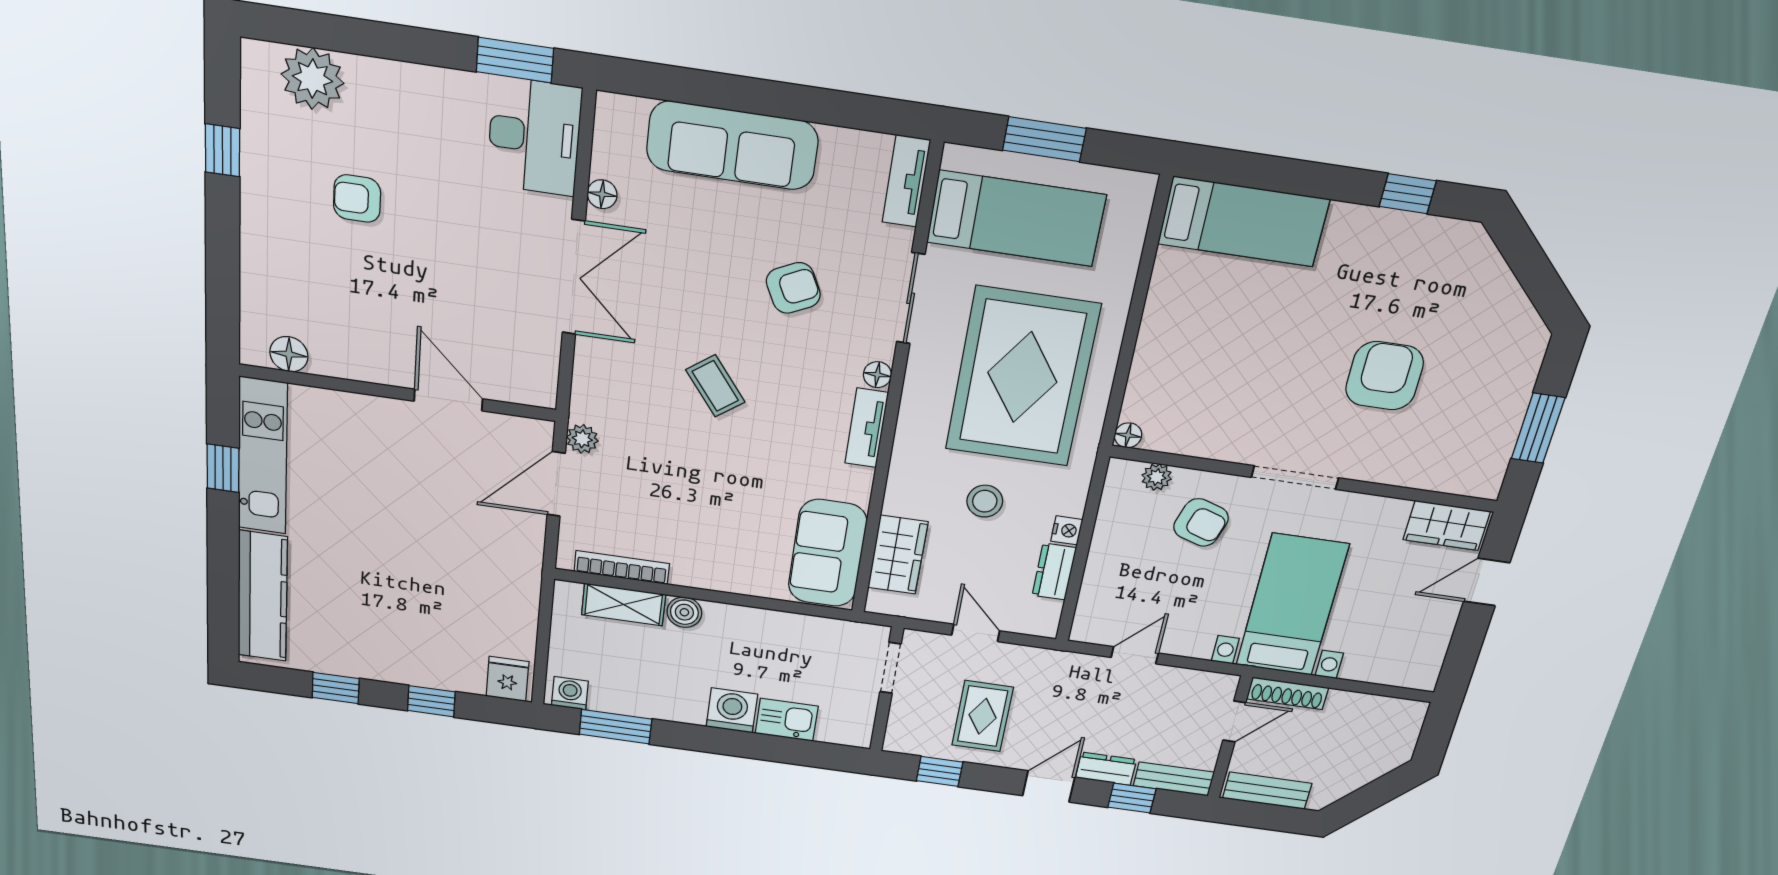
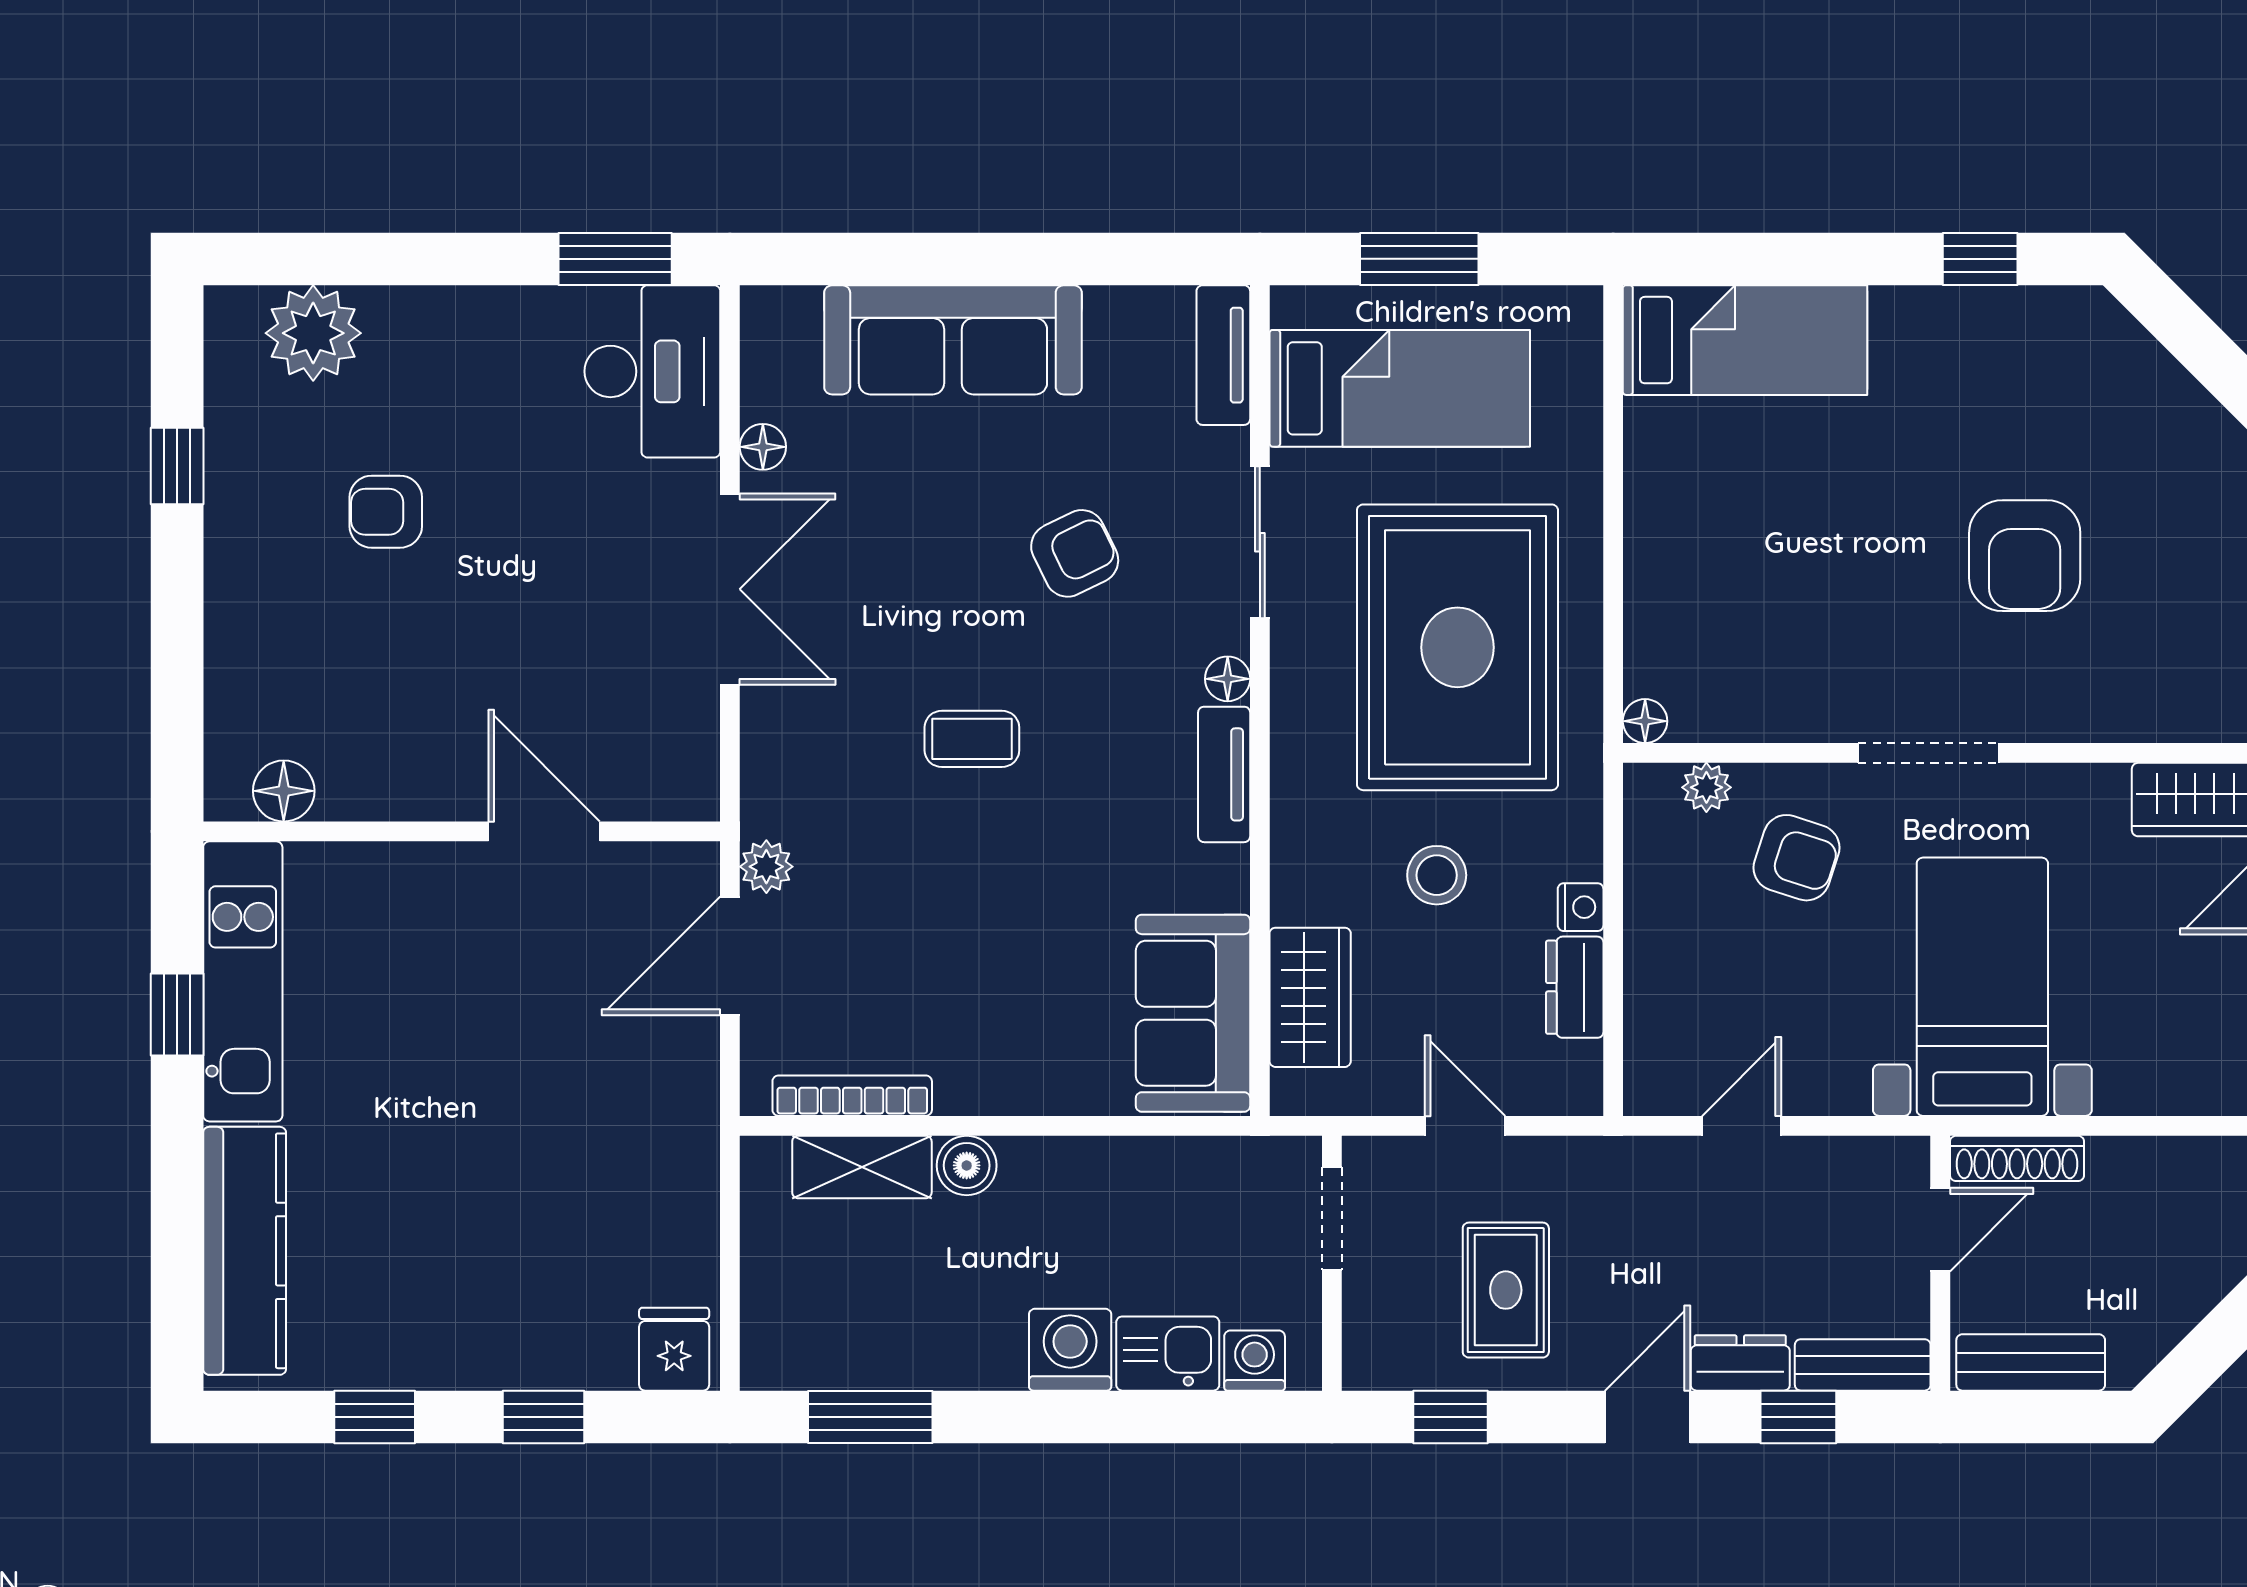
armchair: (1384, 376) -> (2025, 556), turned 180
coffee table: (715, 386) -> (972, 739), turned -53
washing machine: (570, 693) -> (1255, 1361), moved

